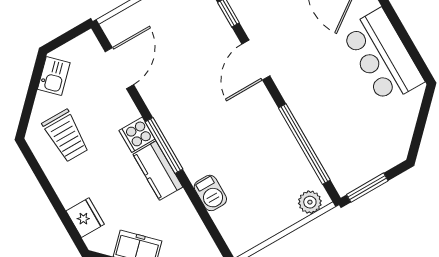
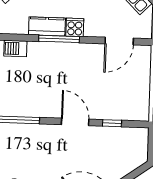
door: (119, 68) -> (119, 41), hinge flipped

